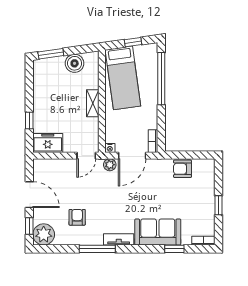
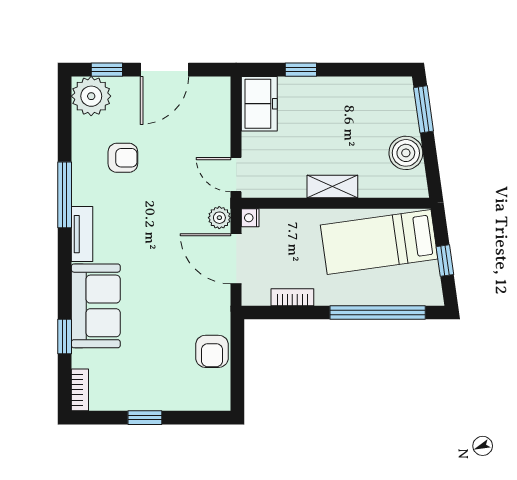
bookcase: (153, 141) -> (292, 297), moved
armchair: (182, 169) -> (212, 351), turned 180

